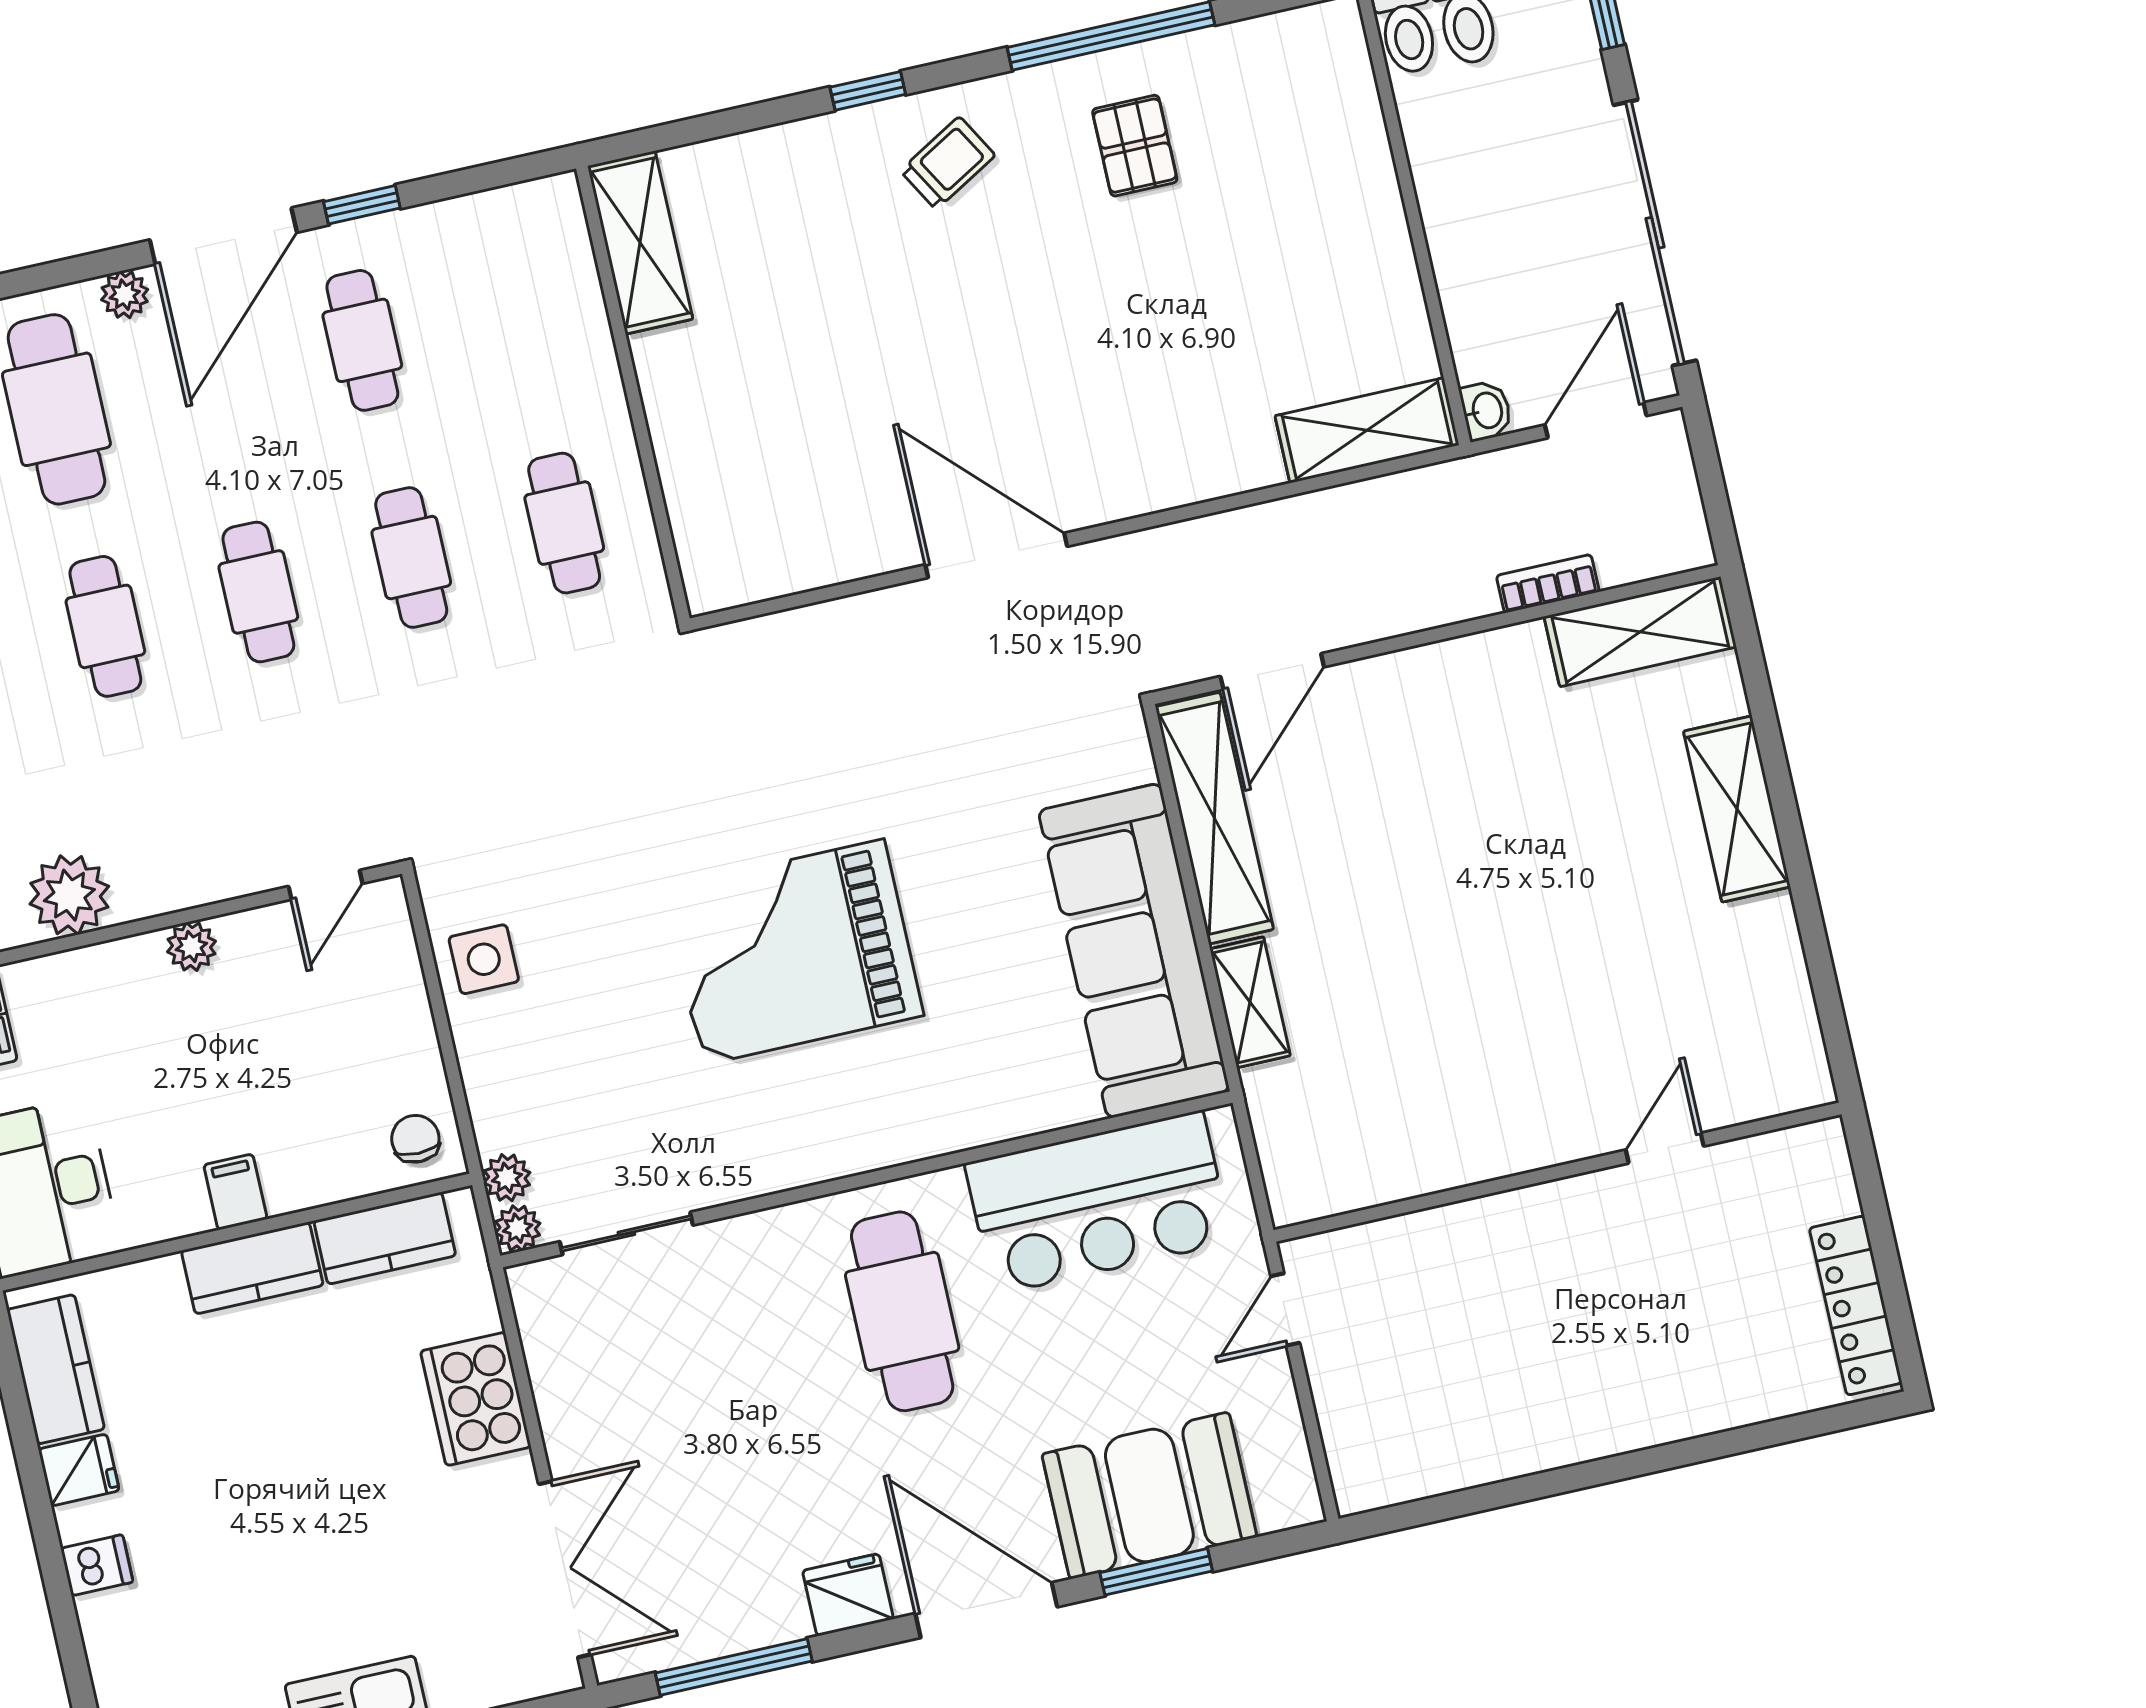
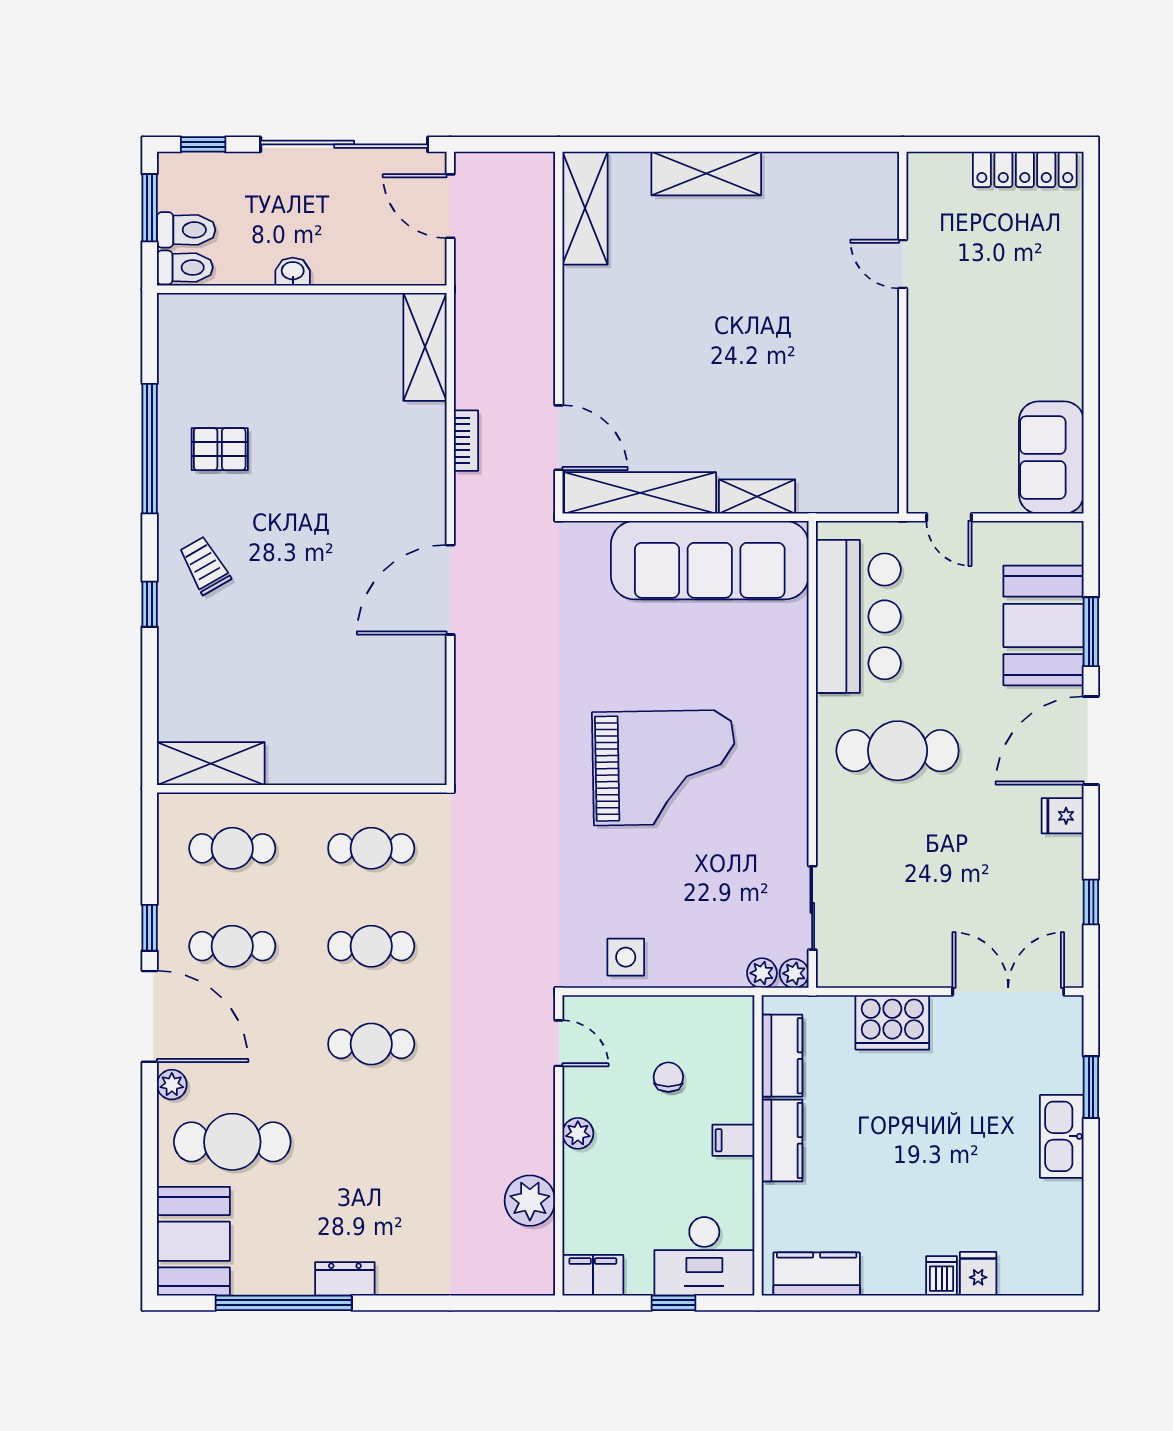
washbasin: (1486, 411) -> (293, 272), moved
bookcase: (1548, 584) -> (466, 441), moved, turned 180
cafe table: (105, 626) -> (232, 848), moved
grand piano: (793, 952) -> (664, 768), turned -91
chair: (415, 1139) -> (668, 1077), moved, turned 90
sofa: (1415, 1448) -> (1051, 458), added
fridge: (79, 1470) -> (978, 1274), moved
fridge: (848, 1595) -> (1063, 816), width x0.72
window: (734, 1667) -> (1091, 902), width x0.46

